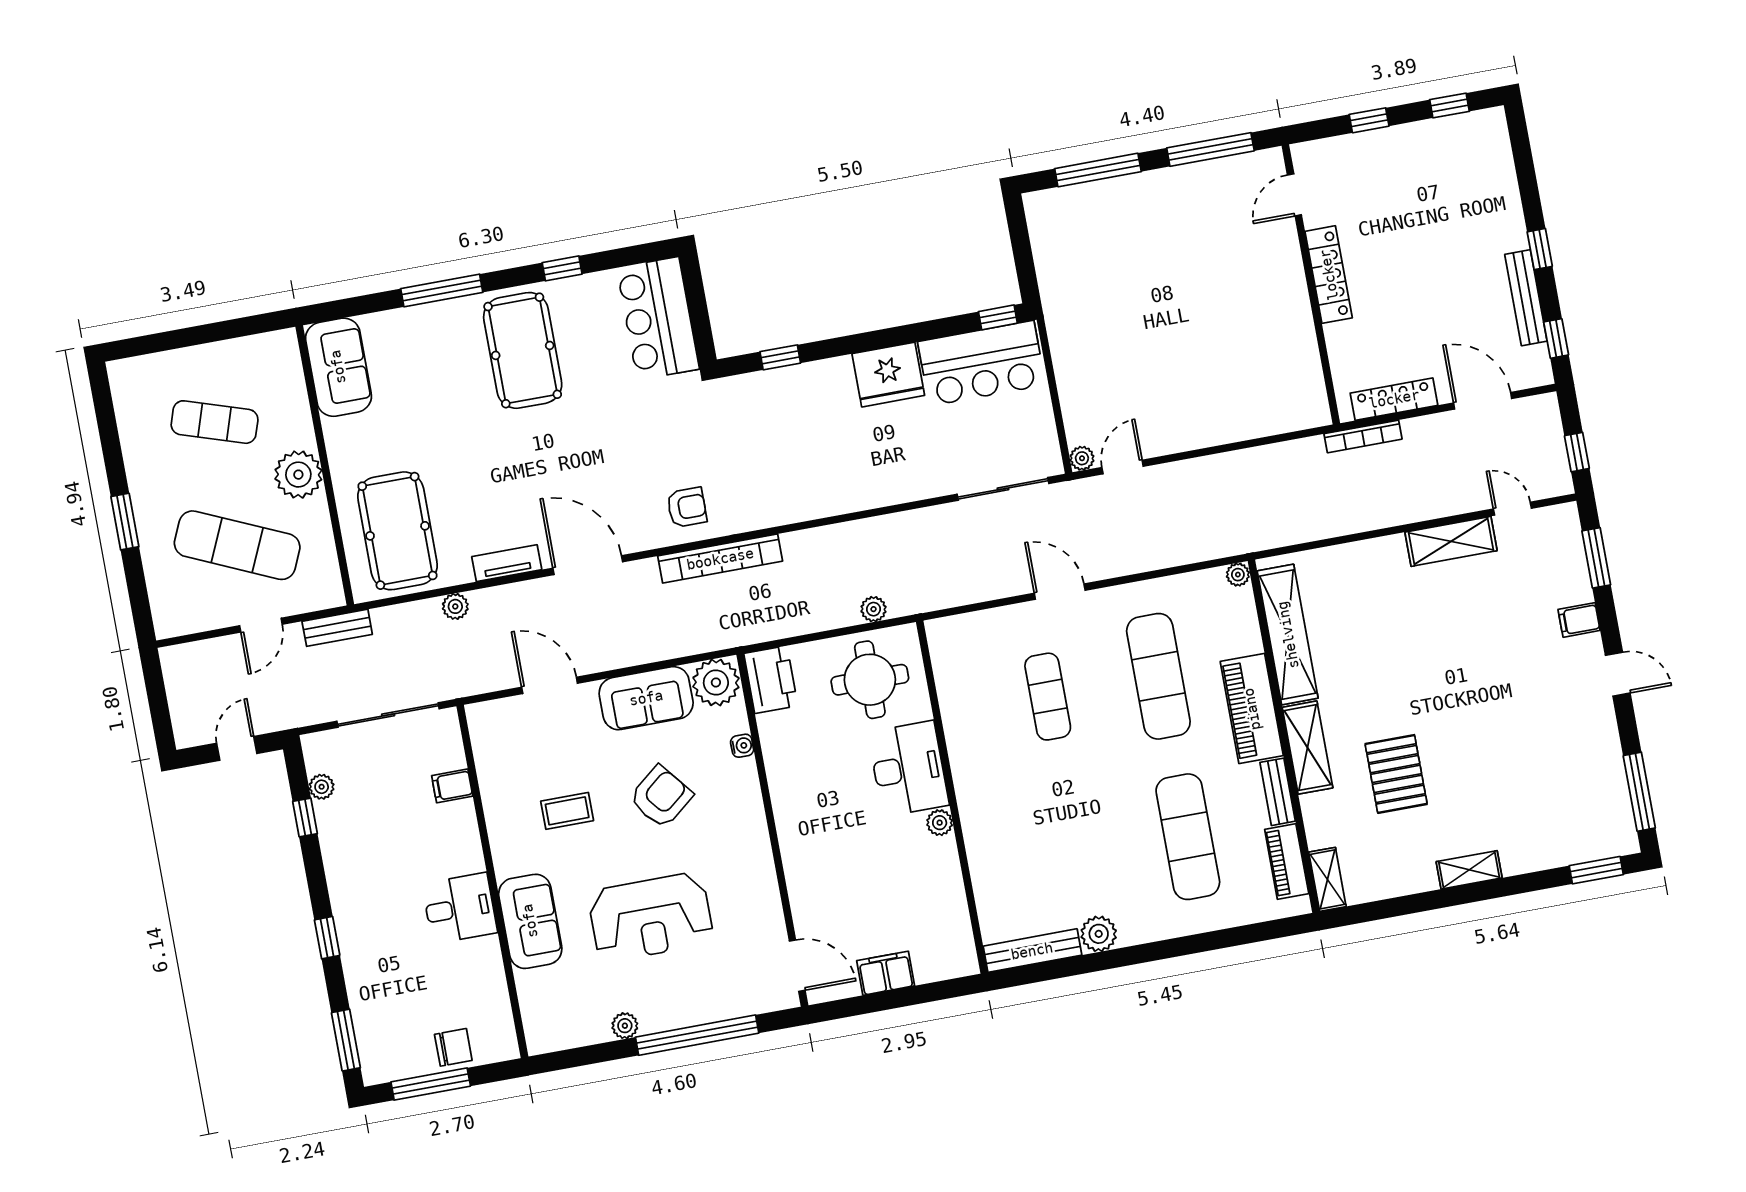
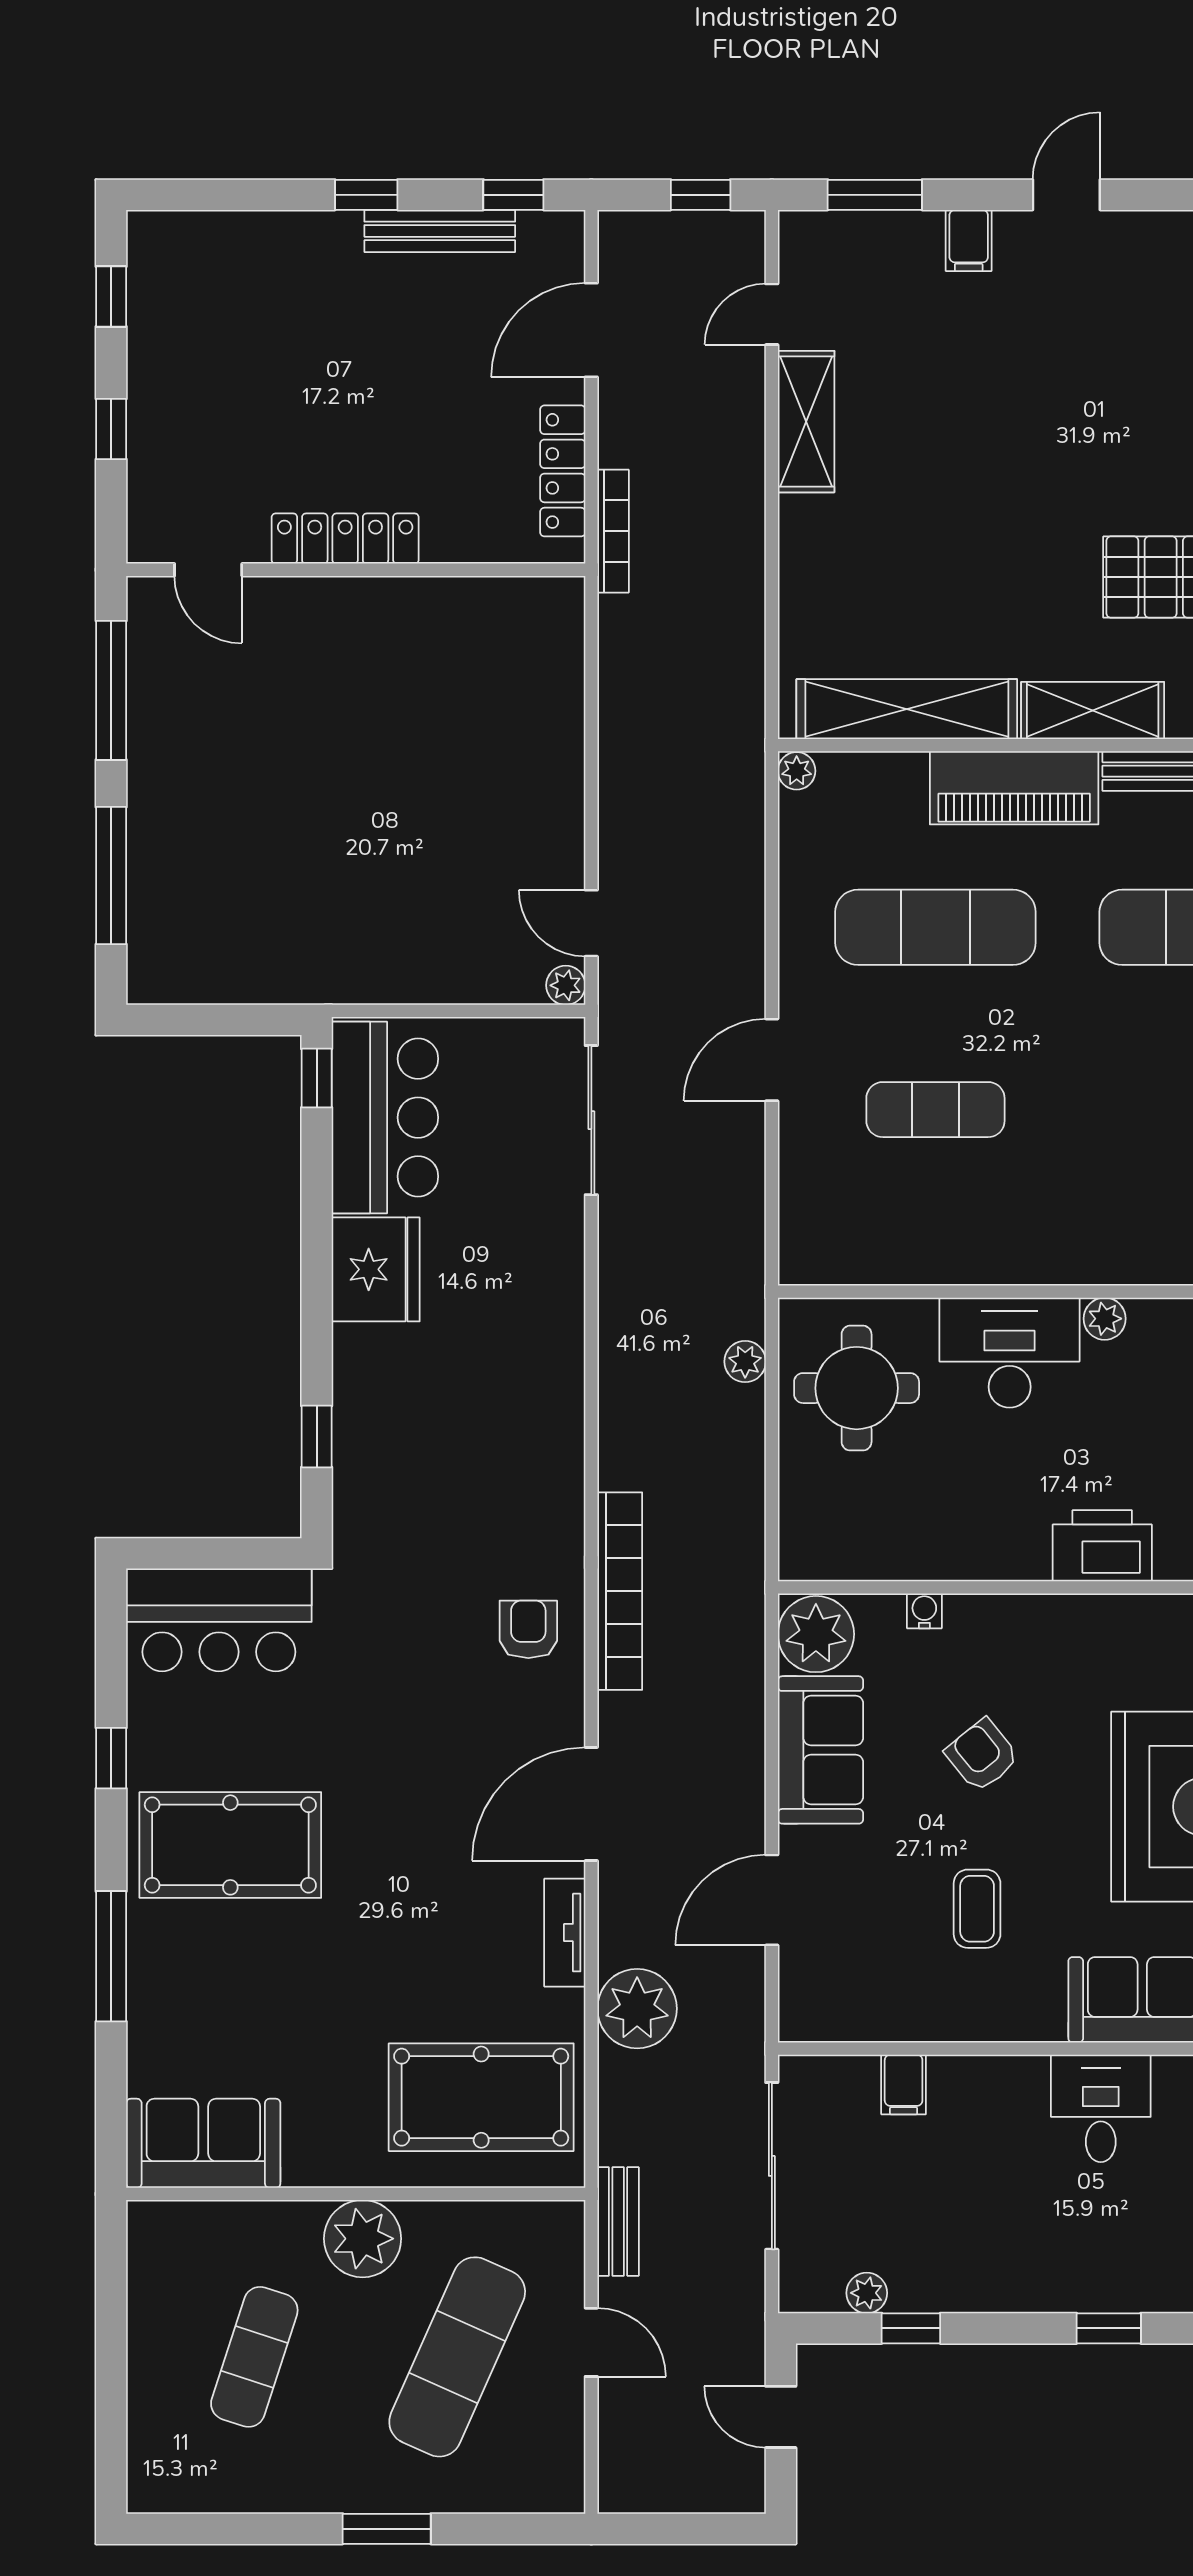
plant: (455, 606) -> (637, 2009), width x1.88, depth x1.88
printer: (771, 680) -> (1102, 1546), moved
armchair: (661, 797) -> (982, 1755), width x0.72, depth x0.72

